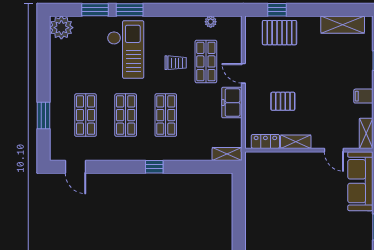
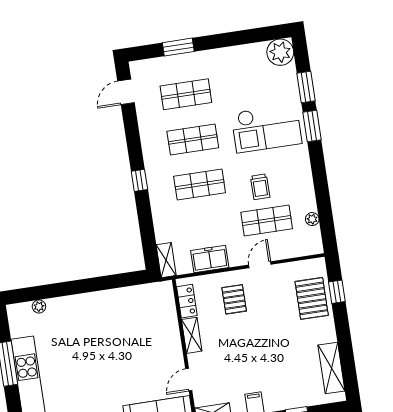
pallet: (283, 101) -> (234, 299), moved
freezer: (232, 103) -> (210, 259), moved

